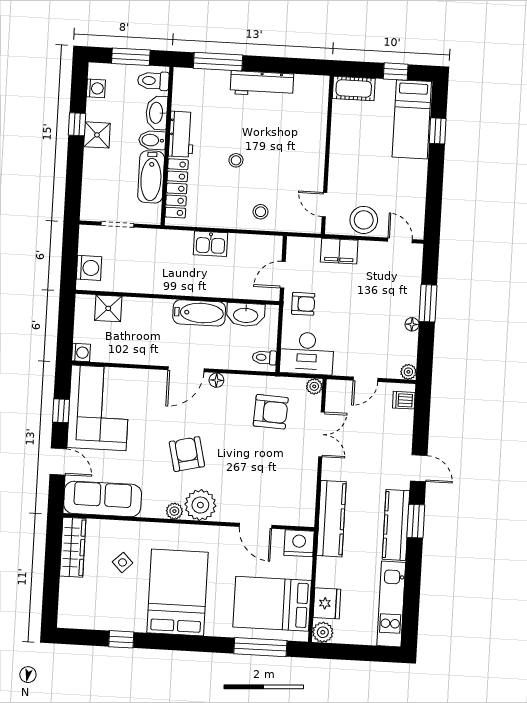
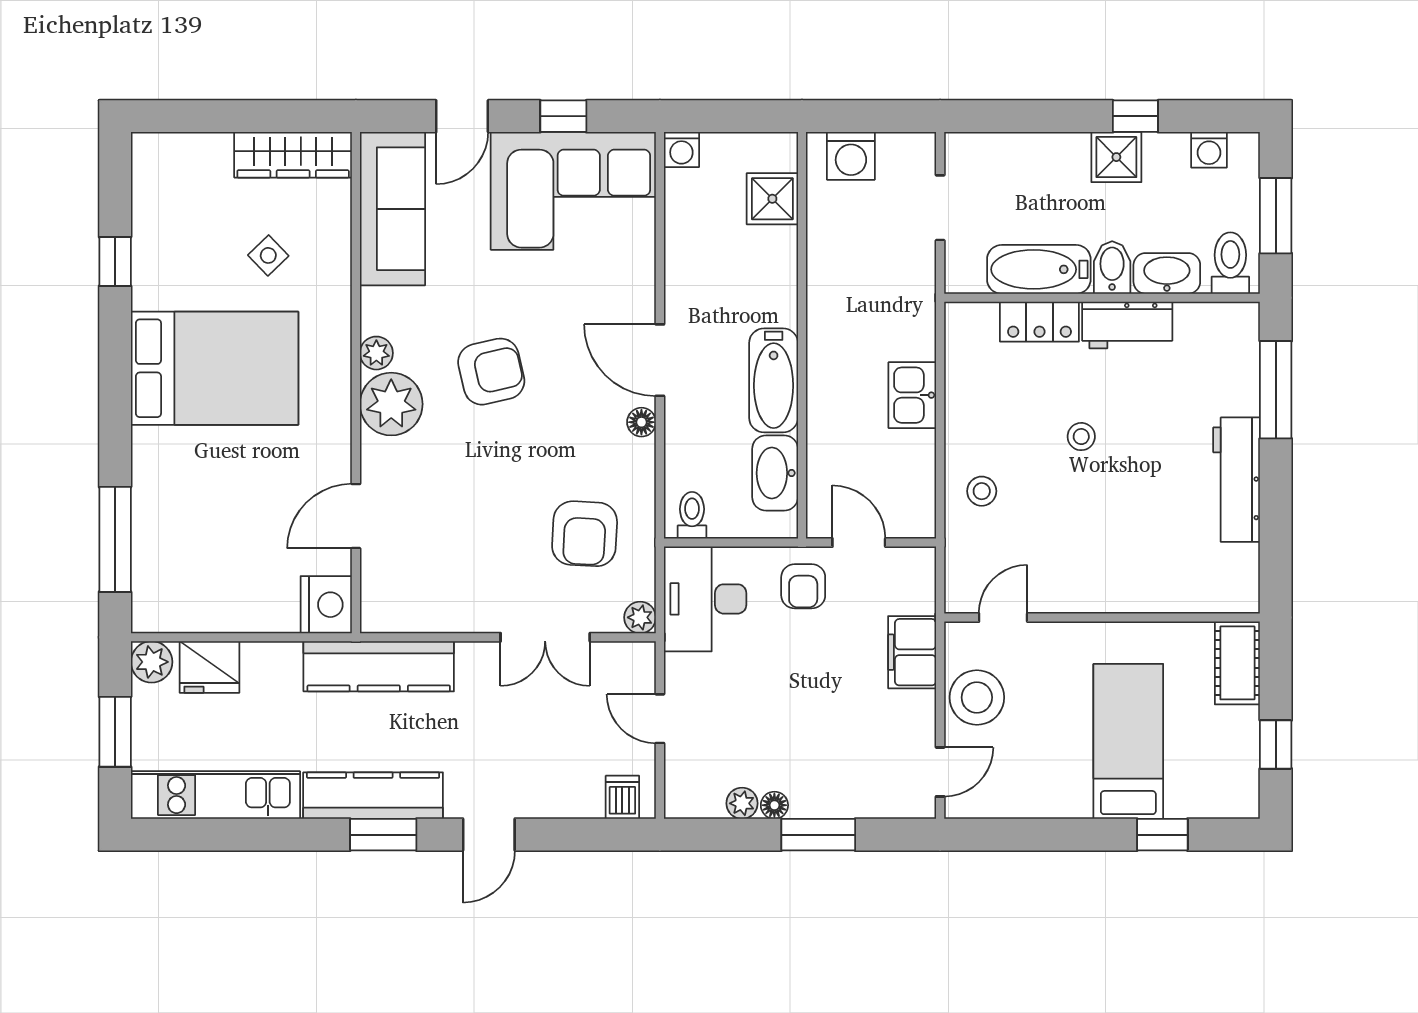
bed: (412, 119) -> (1128, 741), moved, turned 90
locker: (177, 188) -> (1039, 322), width x0.66
plant: (408, 372) -> (742, 803), moved
bed: (272, 604) -> (203, 558), removed
window: (357, 653) -> (115, 732), added

